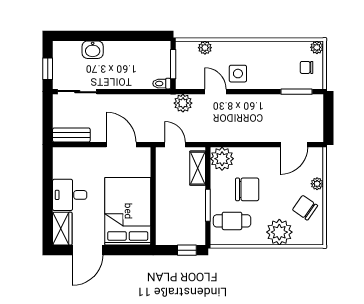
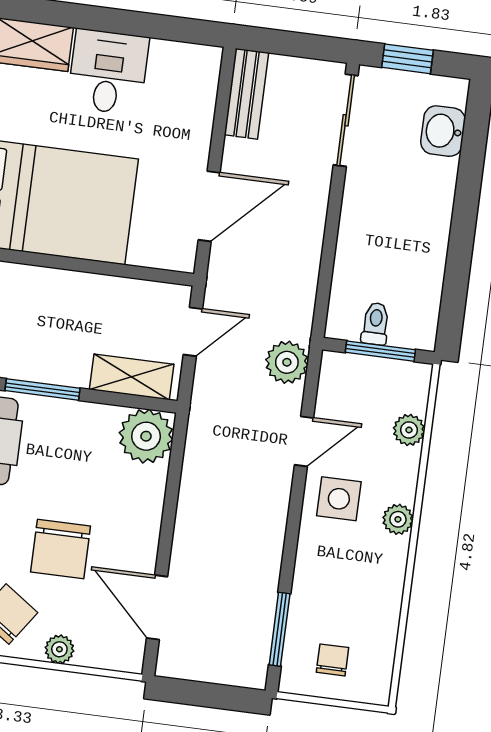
plant: (317, 47) -> (398, 519), moved
washbasin: (93, 50) -> (443, 131), moved
toilet: (162, 84) -> (375, 324), moved
chair: (247, 189) -> (61, 549), moved

